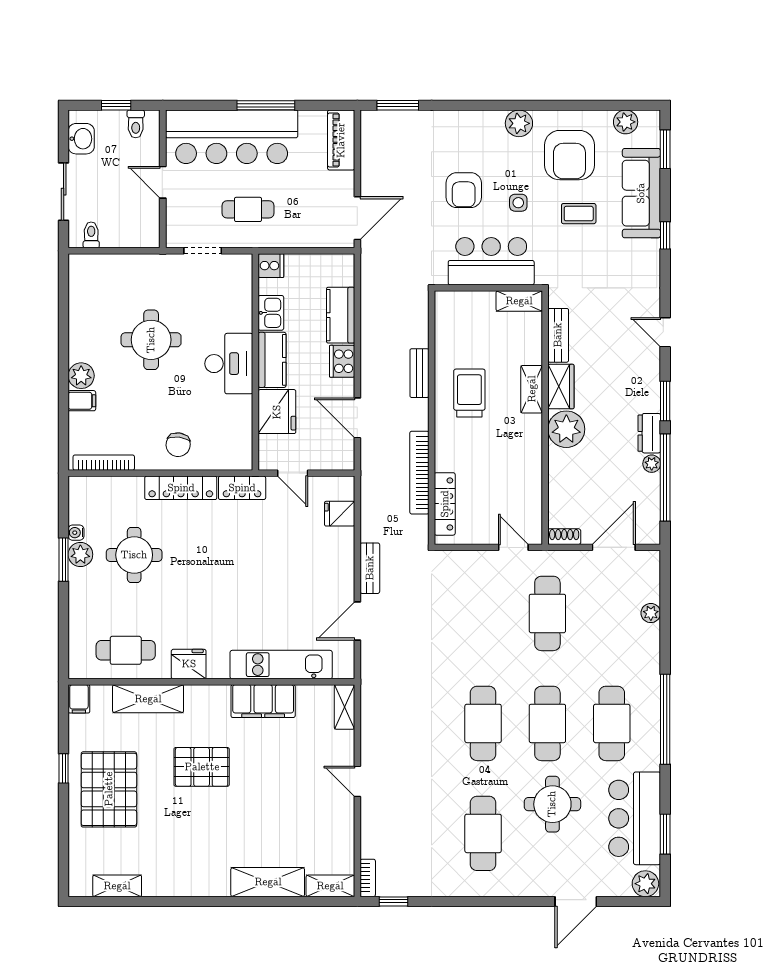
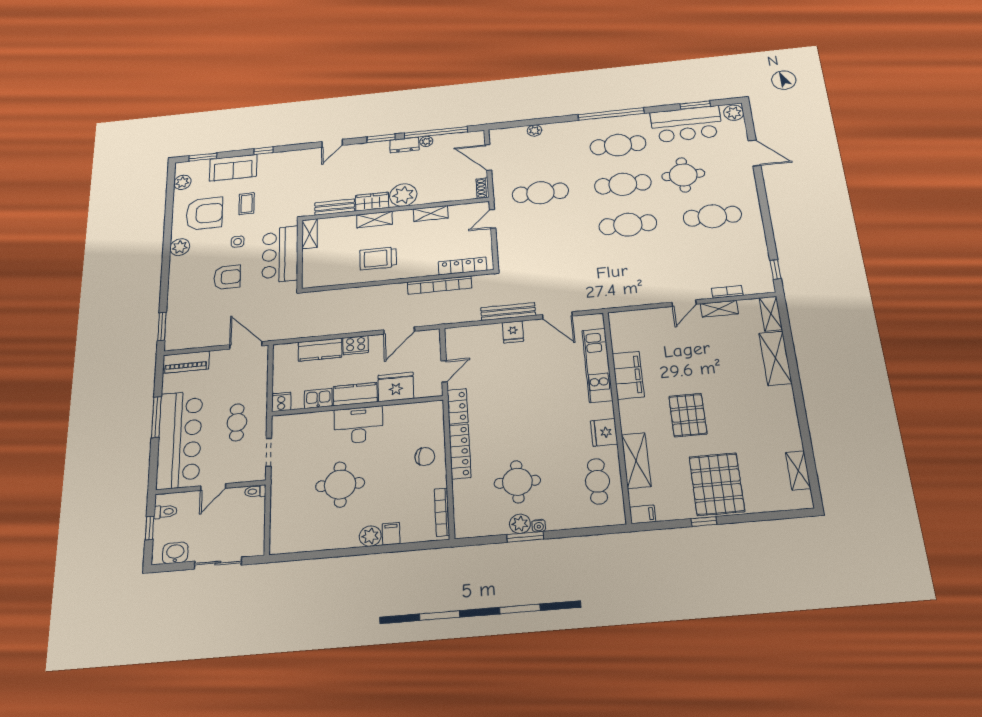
sofa: (641, 193) -> (233, 168), width x0.73
toilet: (91, 235) -> (255, 491), moved
bench: (419, 373) -> (364, 292), removed
shelving: (532, 465) -> (431, 213), added
fridge: (340, 514) -> (513, 332), moved
water cooler: (76, 533) -> (539, 526), moved
bench: (370, 568) -> (508, 312), width x1.36
shelving: (345, 707) -> (719, 309), moved
pallet: (109, 789) -> (717, 484), turned 90
bookcase: (368, 878) -> (727, 292), moved

